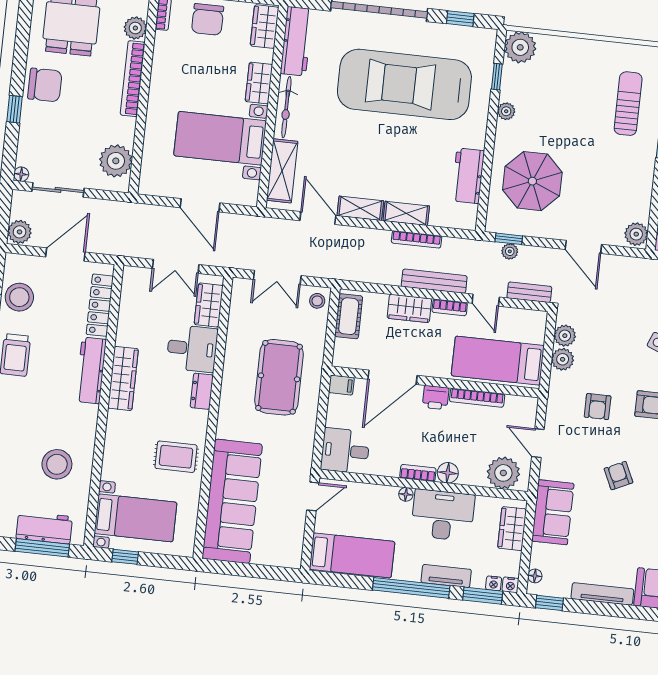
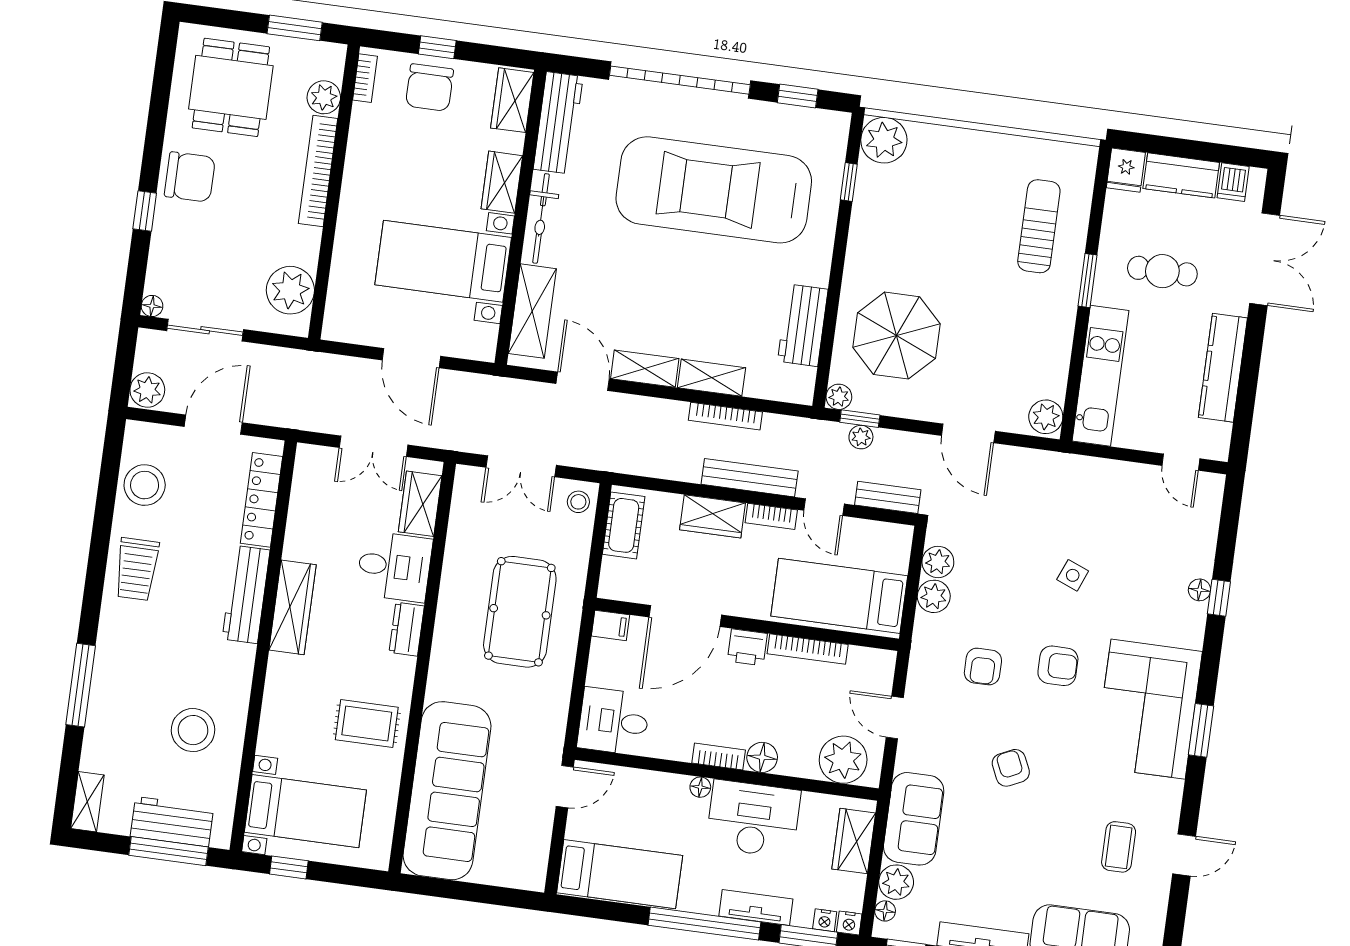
plant: (506, 111) -> (839, 397), moved
plant: (542, 556) -> (896, 882), added

